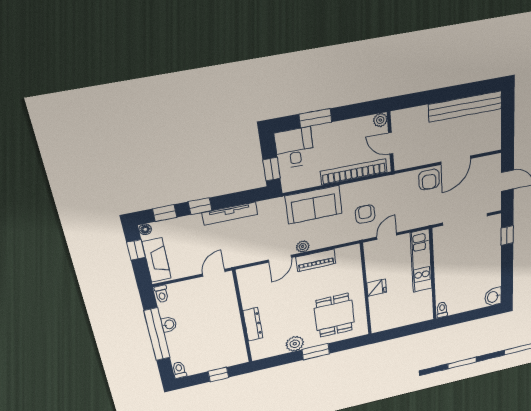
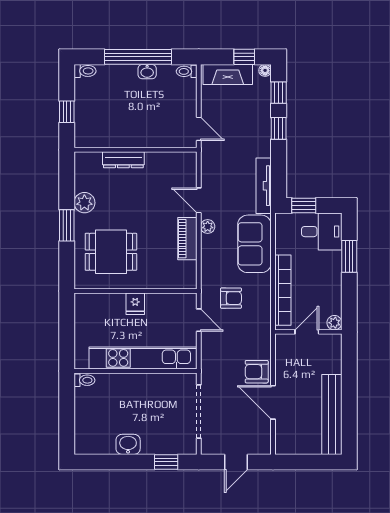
tv unit: (230, 214) -> (264, 186), moved
kitchen unit: (421, 261) -> (143, 358), width x1.36
washbasin: (493, 297) -> (128, 444), moved

